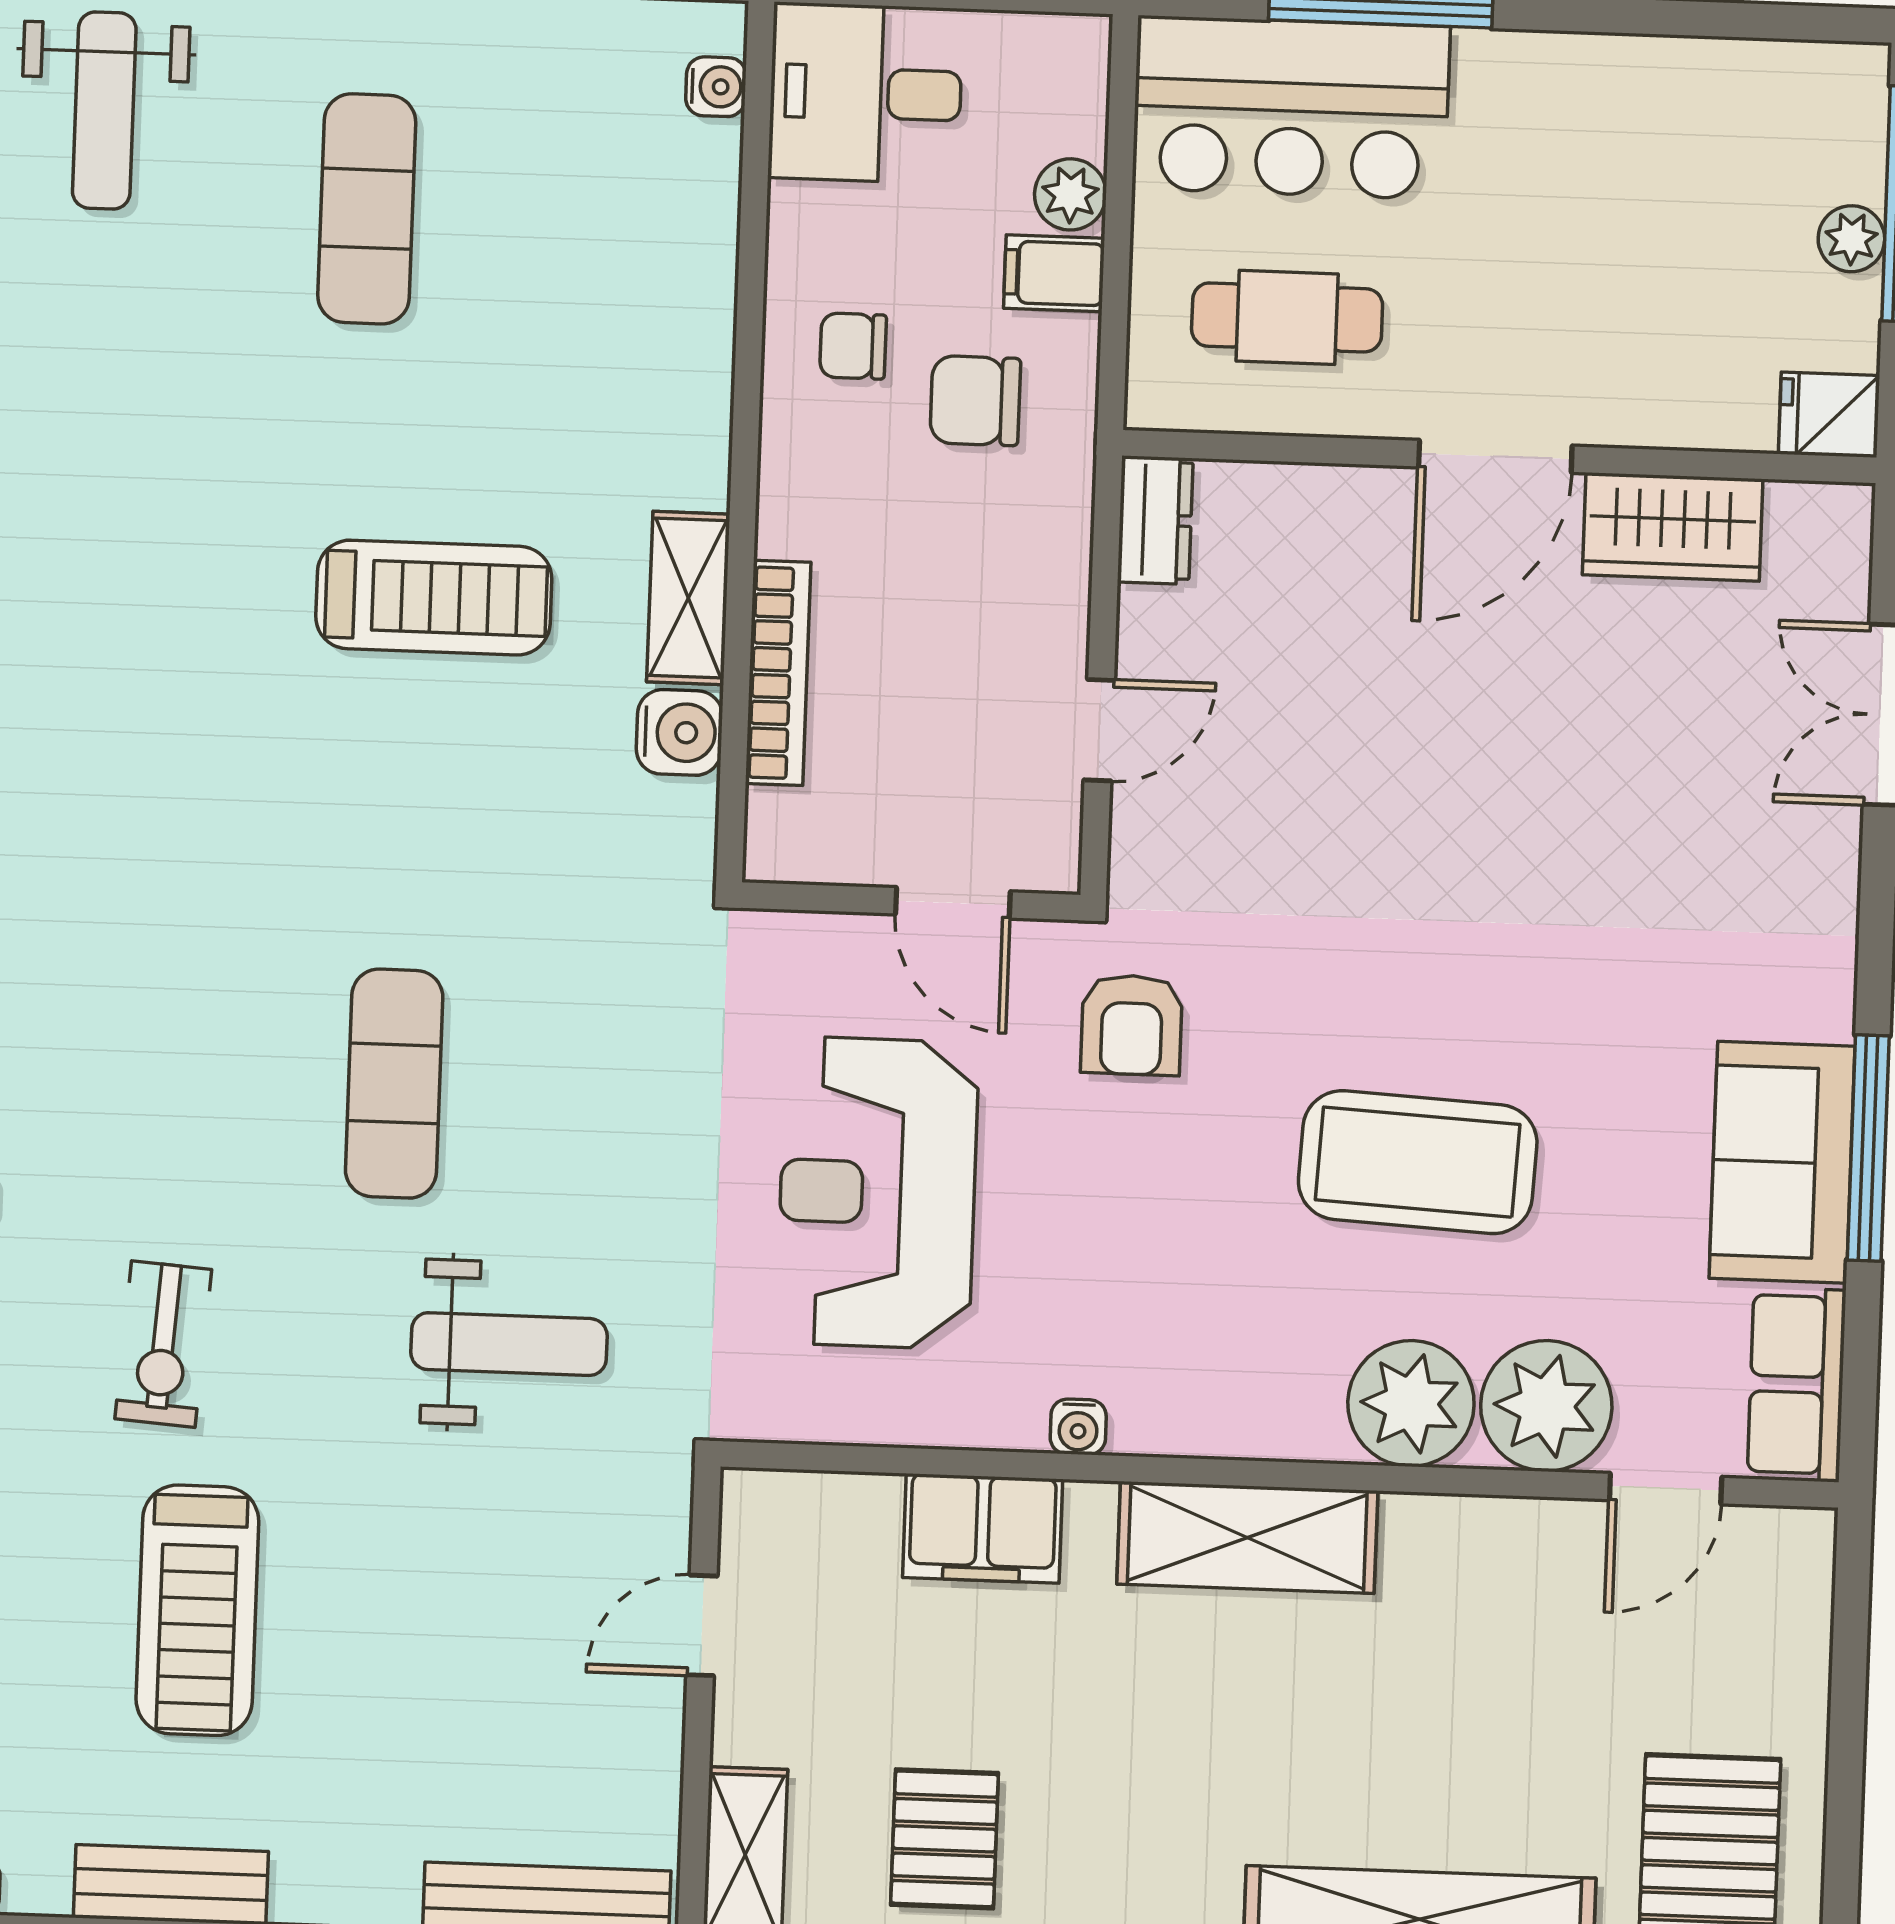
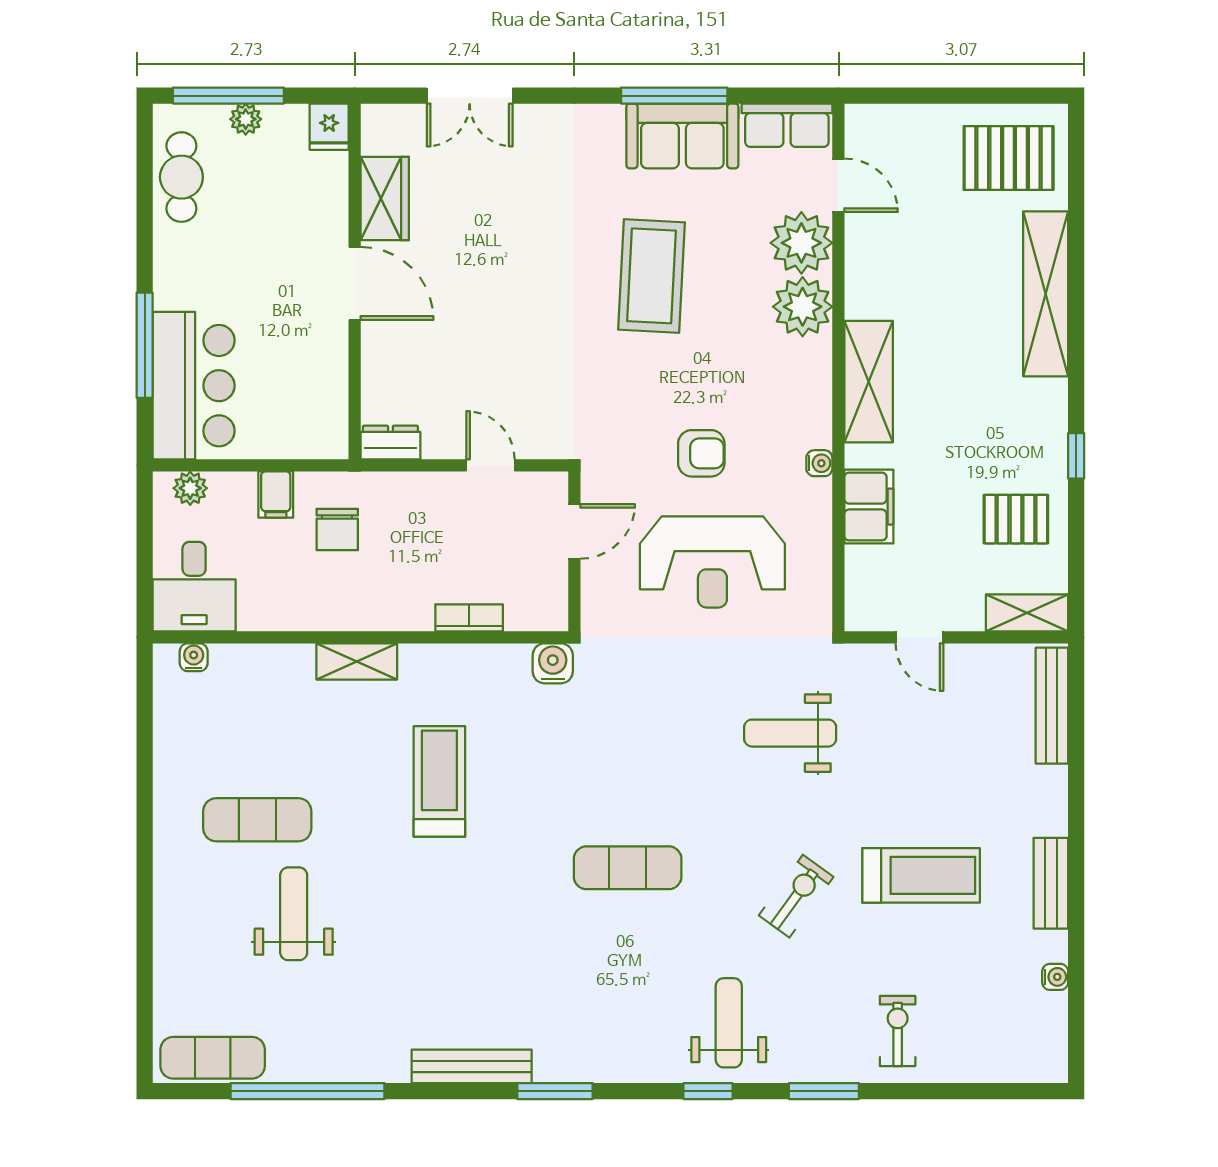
weight bench: (104, 111) -> (294, 914), moved, turned -90
plant: (1070, 194) -> (190, 488), moved
cafe table: (1287, 317) -> (181, 177), moved
chair: (853, 346) -> (314, 588), removed
shelving: (688, 598) -> (357, 661), moved
bookcase: (778, 673) -> (469, 618), width x0.64
water cooler: (679, 732) -> (553, 663), moved
armchair: (1132, 1025) -> (701, 453), moved
exercise mat: (394, 1084) -> (628, 868), moved
coffee table: (1418, 1162) -> (652, 276), moved
exercise bike: (163, 1344) -> (796, 896), turned -58
weight bench: (509, 1344) -> (790, 733), turned -90

